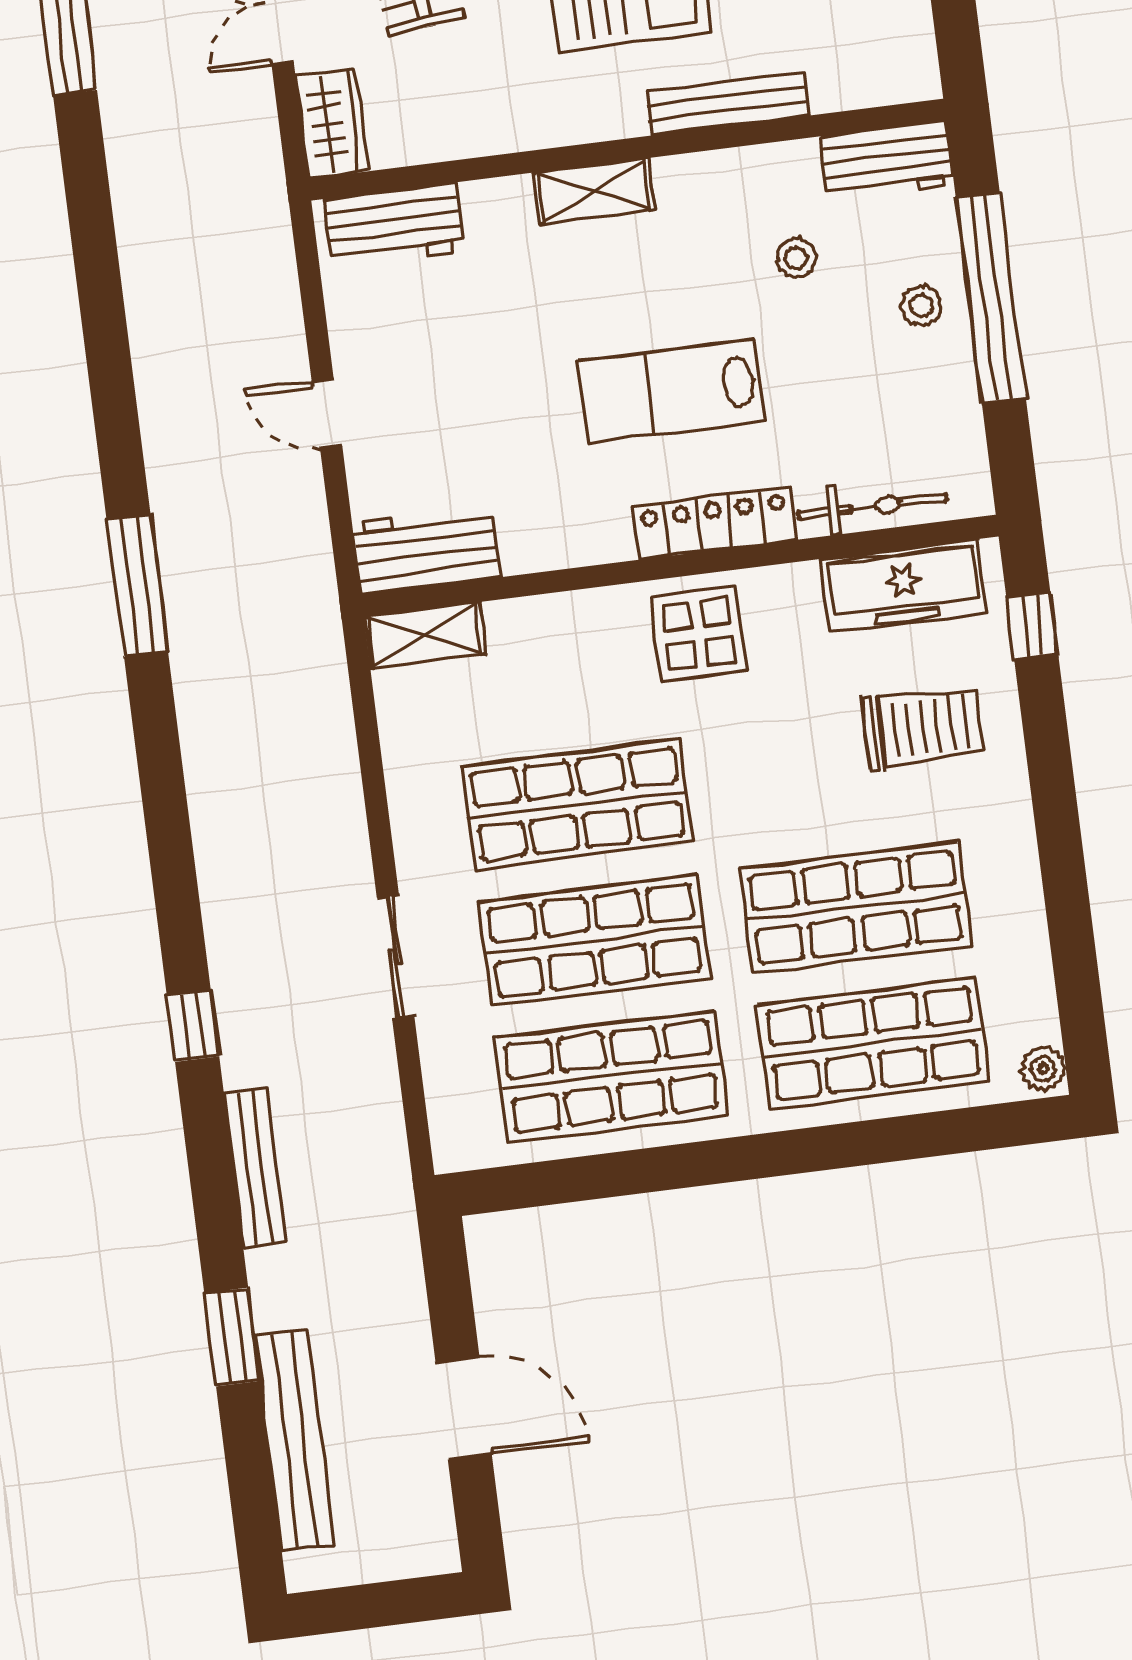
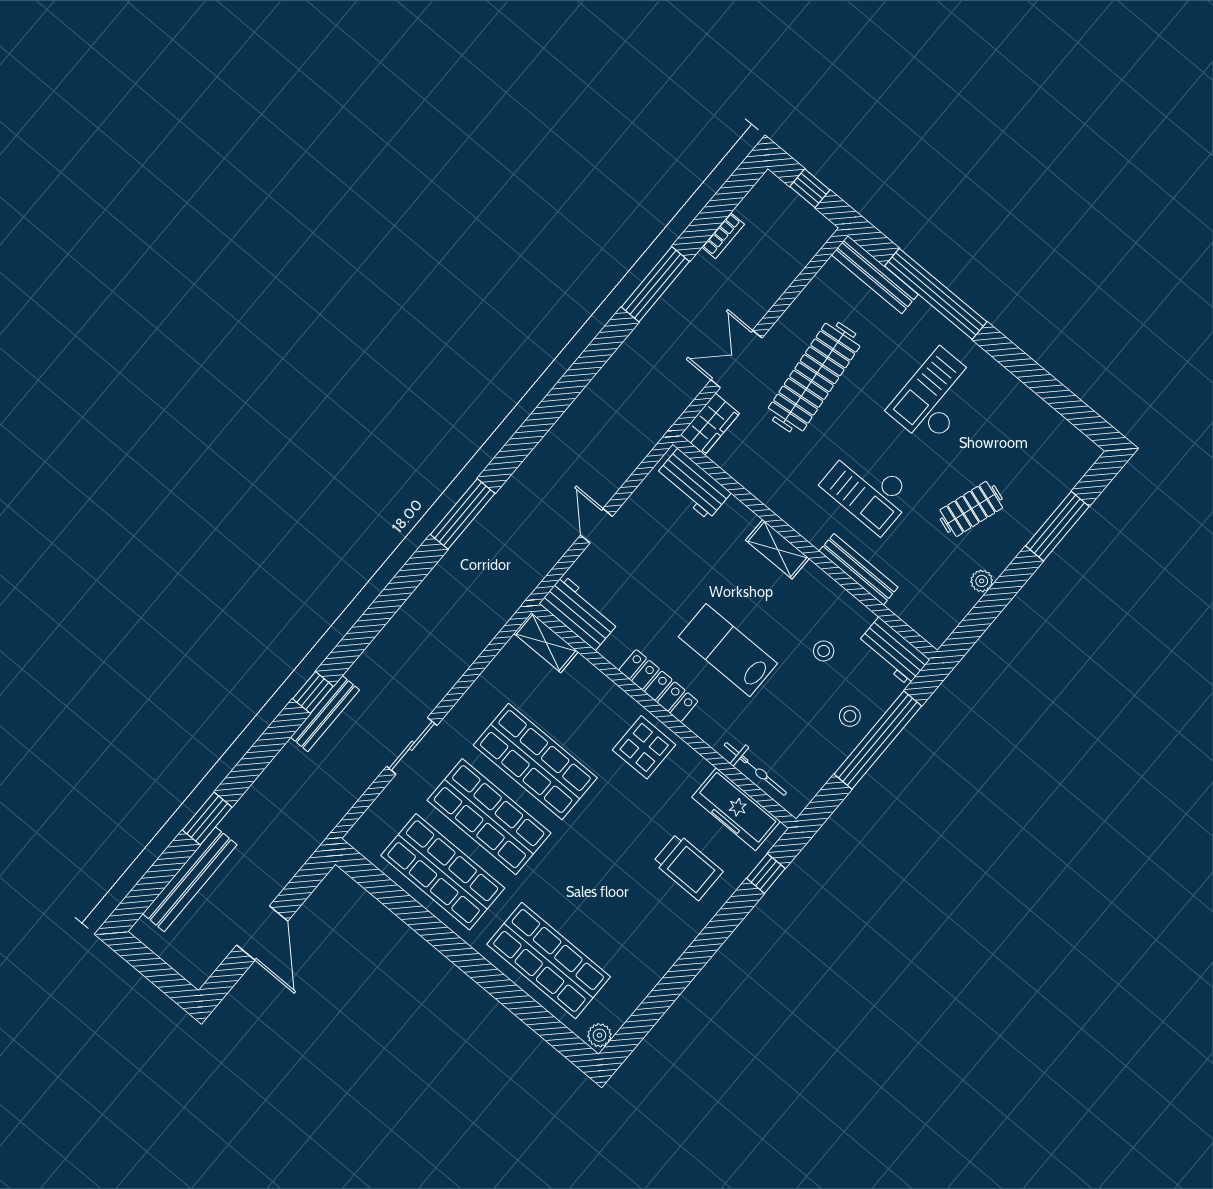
locker: (714, 524) -> (658, 686), moved
shop shelf: (856, 907) -> (595, 905), removed
bench: (255, 1168) -> (325, 714), moved

